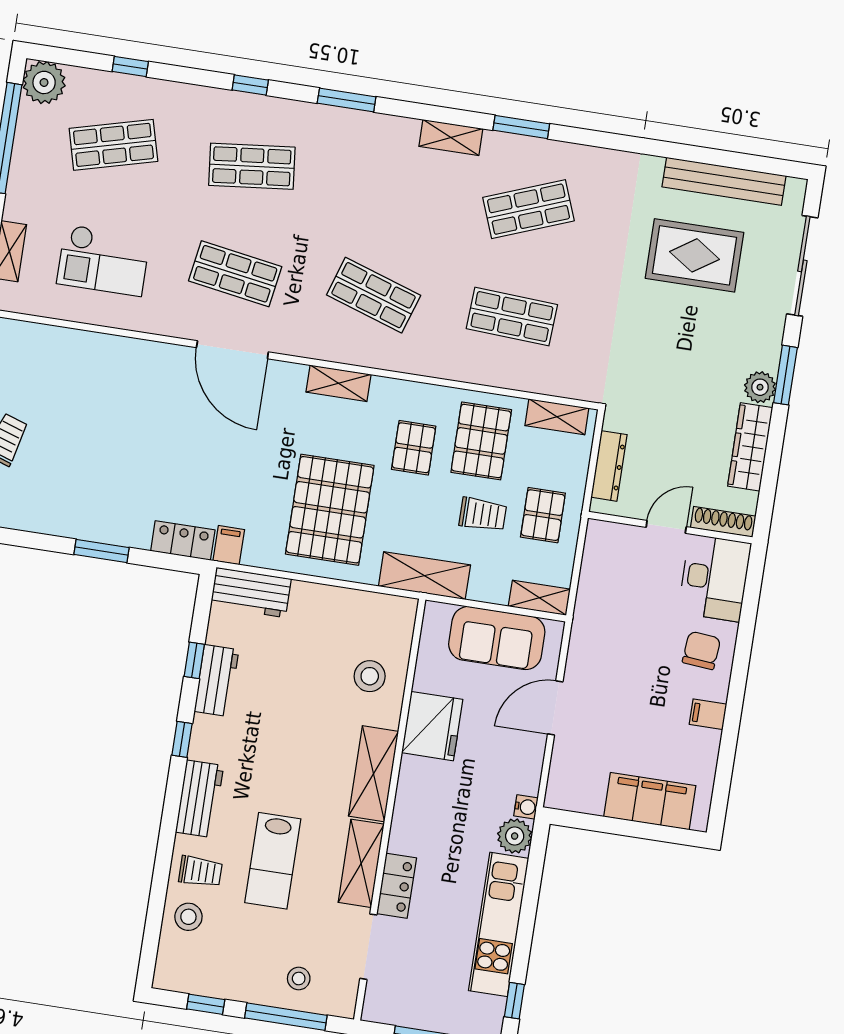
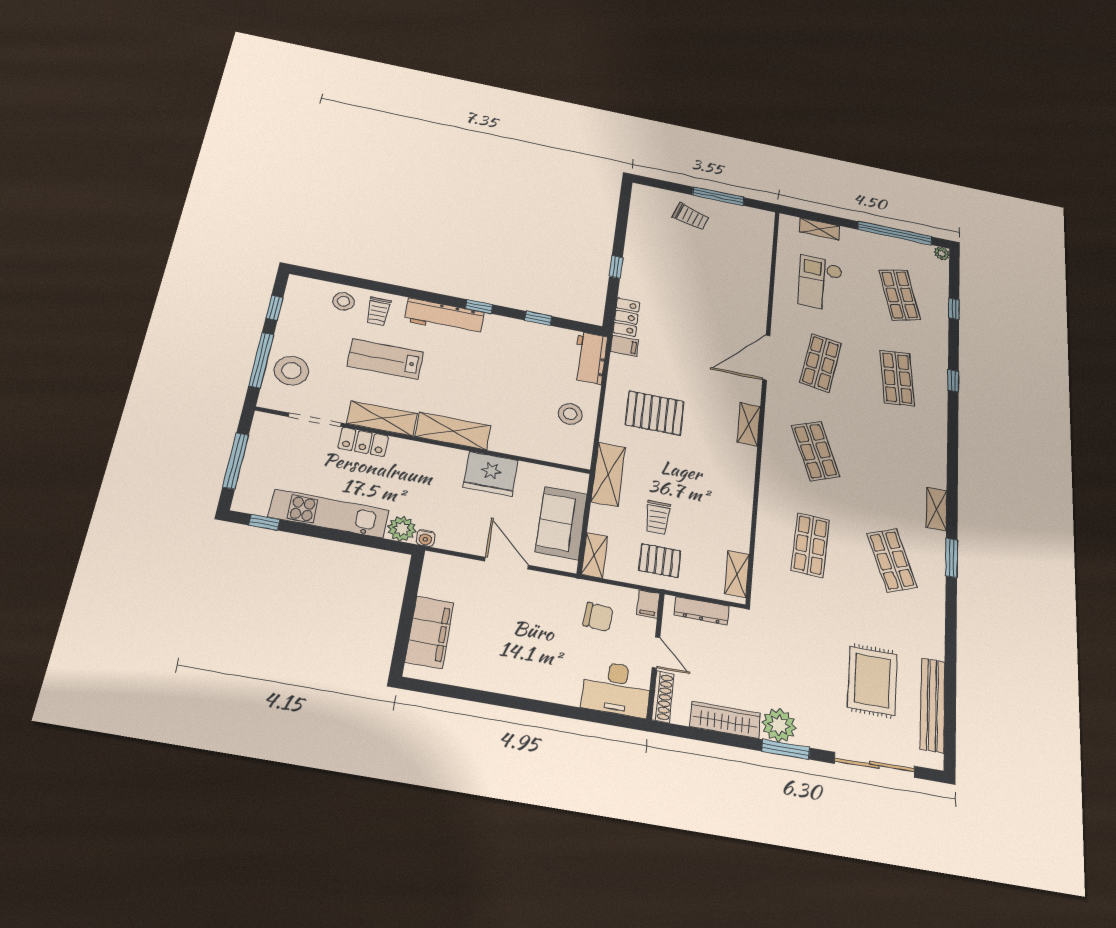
plant: (44, 82) -> (942, 254), width x0.53, depth x0.53
window: (347, 100) -> (953, 441), removed
shop shelf: (374, 295) -> (816, 451), turned -39
plant: (760, 387) -> (779, 725), width x1.36, depth x1.36
pallet: (481, 441) -> (714, 519), removed
pallet: (414, 448) -> (705, 472), removed
pallet: (330, 510) -> (655, 413), width x0.73, depth x0.71
window: (101, 551) -> (616, 267), width x0.67
chair: (701, 650) -> (598, 617), moved
stool: (370, 676) -> (570, 414), moved
workbench: (216, 681) -> (524, 331), removed
filing cabinet: (708, 714) -> (648, 604), moved, turned 180
workbench: (200, 799) -> (444, 317), width x1.38
stool: (299, 978) -> (291, 371), width x1.89, depth x1.89

